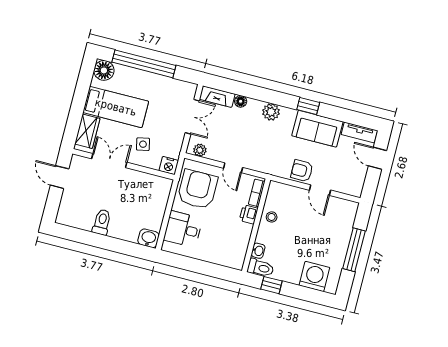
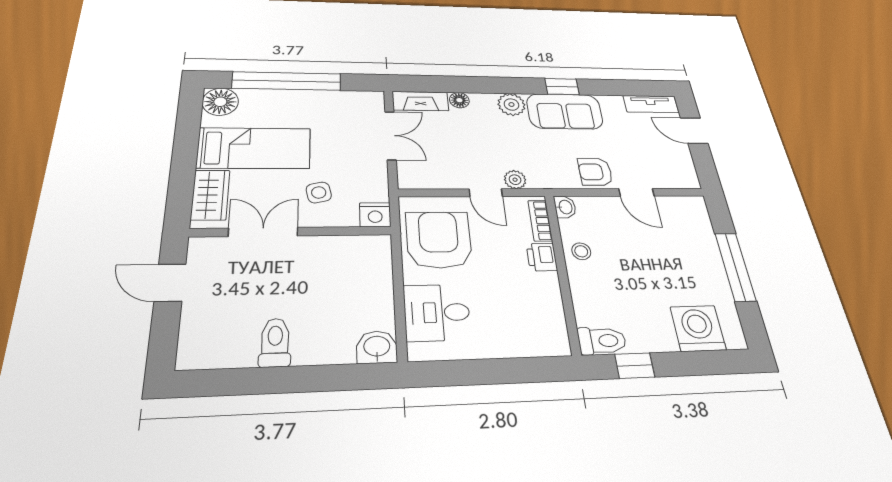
sofa: (317, 129) -> (565, 111), moved
plant: (200, 150) -> (515, 180), moved
washbasin: (258, 251) -> (565, 207), moved

